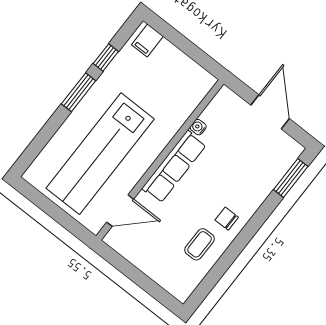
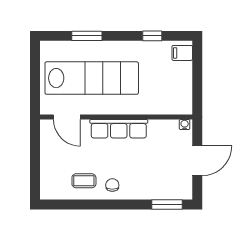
window: (79, 92) -> (87, 36), moved
water cooler: (198, 127) -> (185, 125), moved
lab bench: (100, 154) -> (92, 78), turned 180

